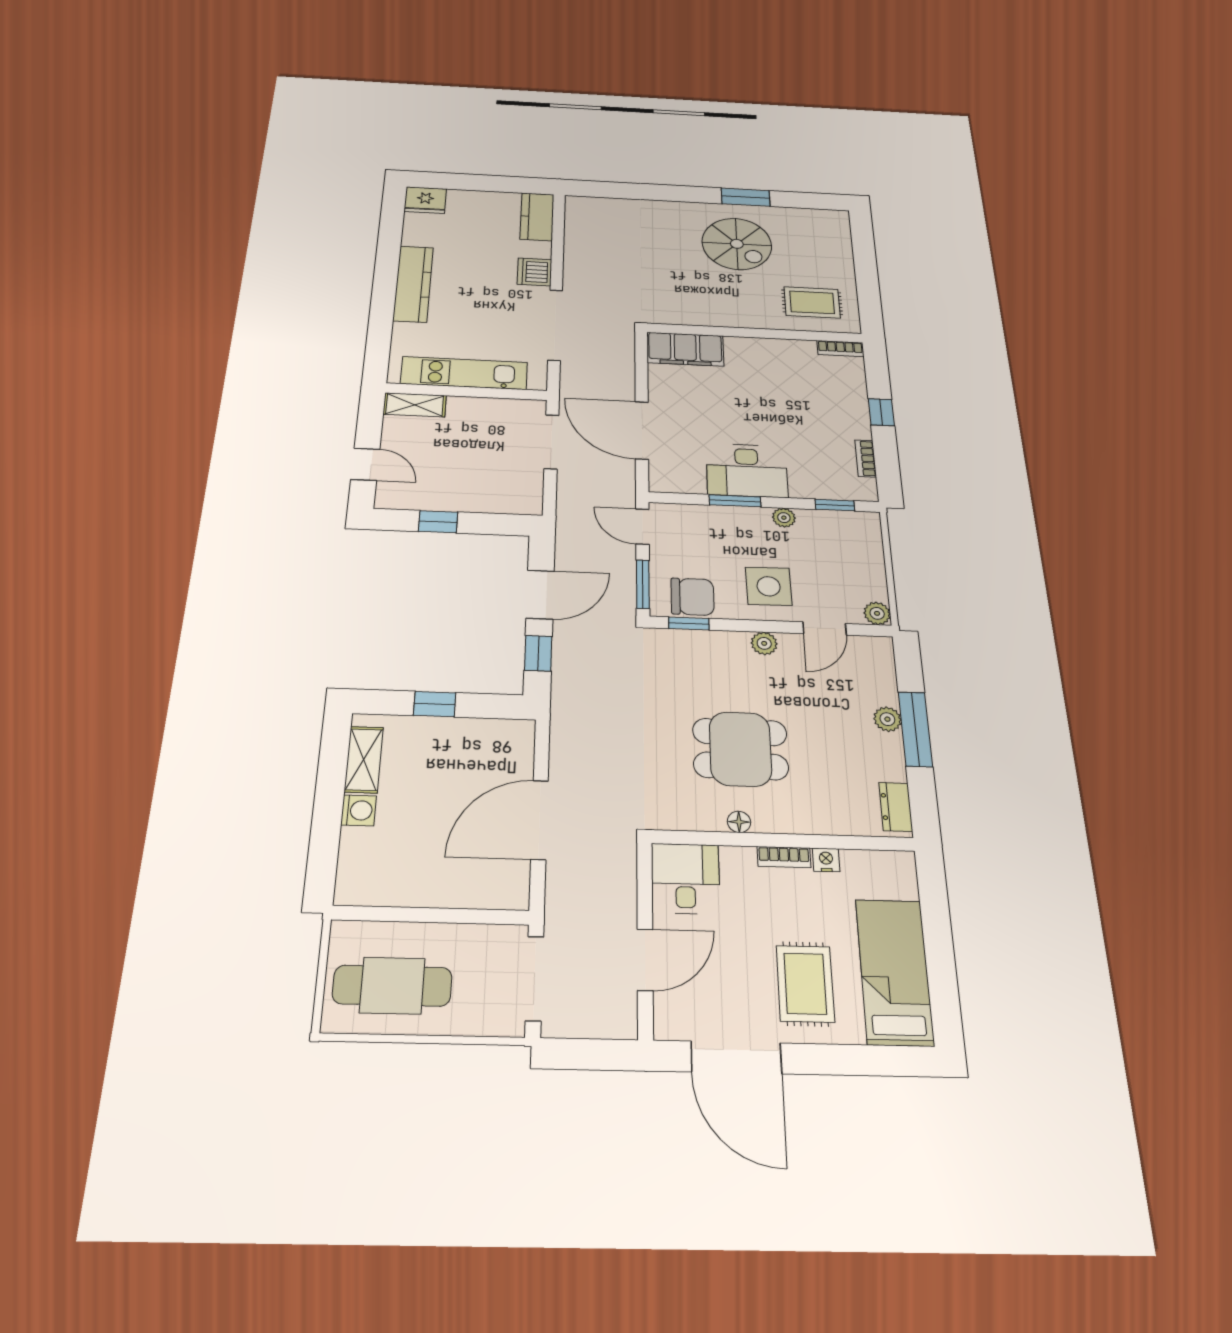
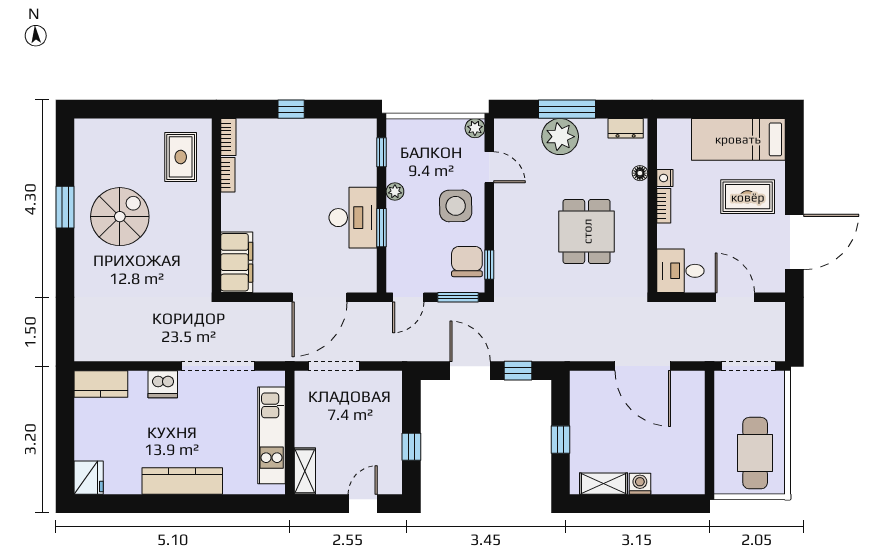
bookcase: (866, 458) -> (228, 175), moved, turned -90
plant: (764, 643) -> (503, 211), removed
plant: (887, 719) -> (560, 137), width x1.87, depth x1.87
floor lamp: (739, 822) -> (640, 173), moved

